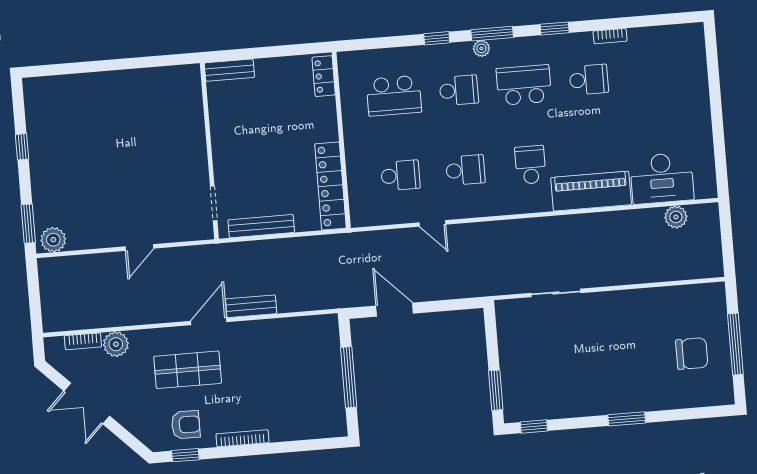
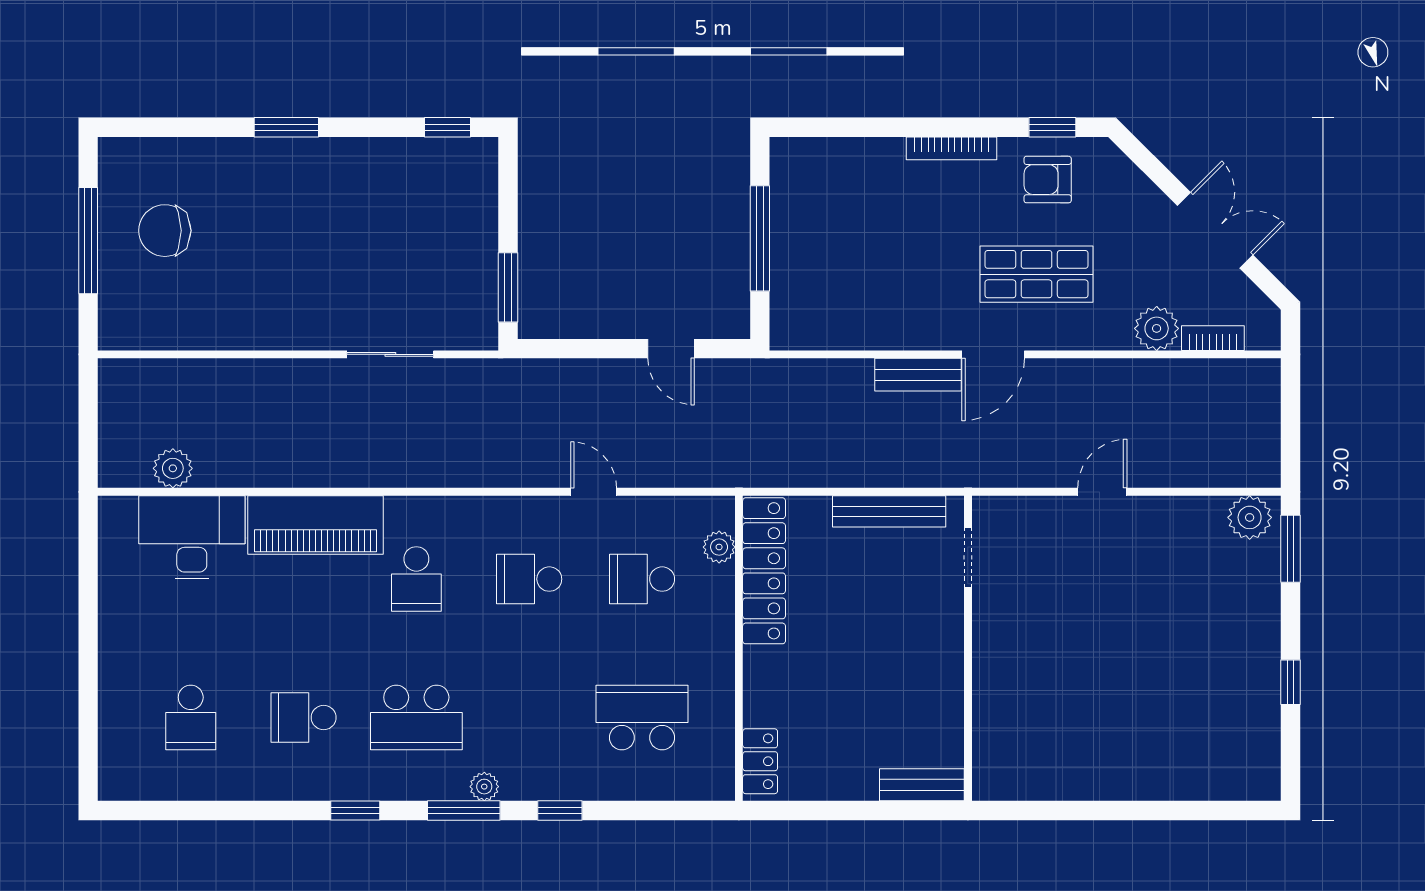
bookcase: (610, 36) -> (261, 790), removed
school desk: (459, 90) -> (191, 718), moved, turned -90
plant: (358, 198) -> (719, 547), added
door: (395, 310) -> (671, 349), width x0.73
window: (496, 390) -> (508, 287), moved

